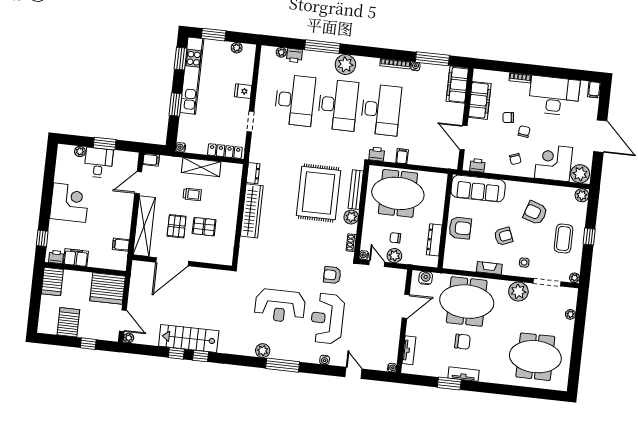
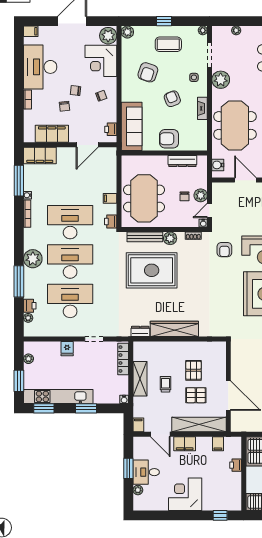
armchair: (460, 228) -> (169, 139), turned -90
printer: (56, 257) -> (236, 465), moved
filing cabinet: (76, 258) -> (185, 444), moved, turned -90

